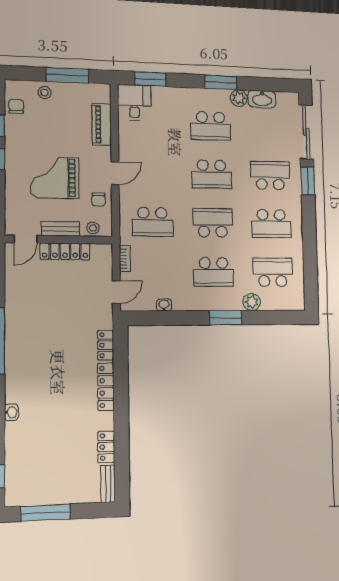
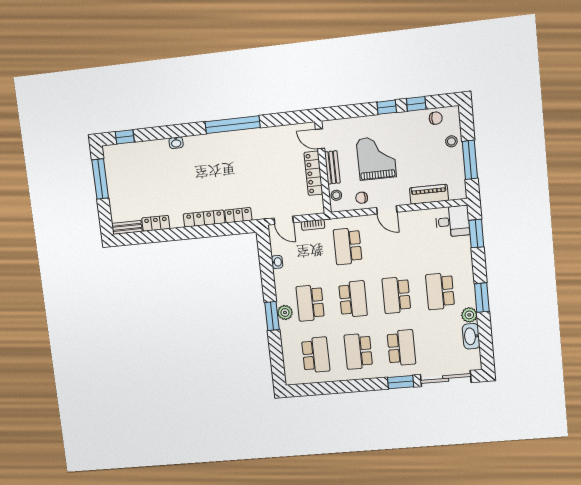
plant: (252, 302) -> (285, 312), moved

